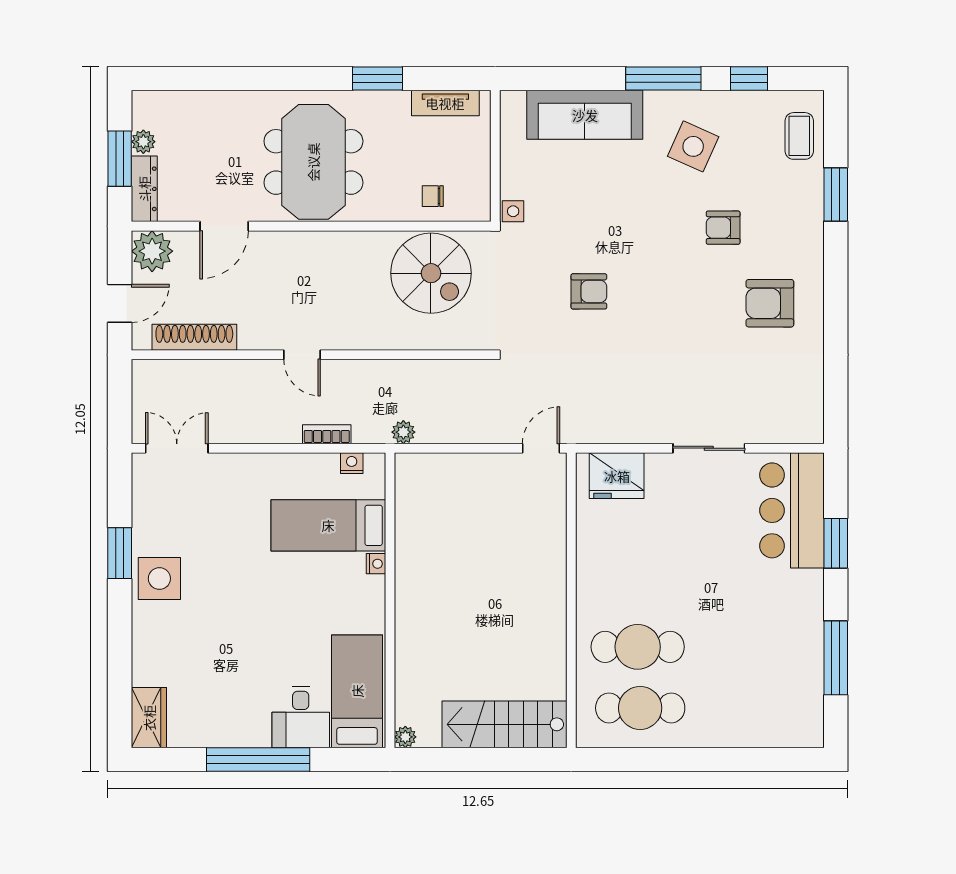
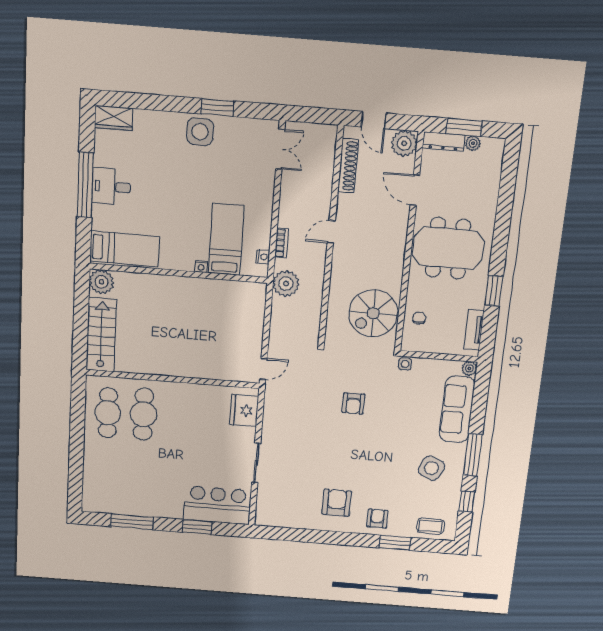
plant: (512, 103) -> (469, 369), added
armchair: (723, 228) -> (377, 519), moved
plant: (403, 432) -> (286, 284), width x1.87, depth x1.87
door: (541, 448) -> (263, 369), hinge flipped
desk: (301, 717) -> (111, 187), moved
plant: (405, 737) -> (101, 282), width x1.87, depth x1.87

